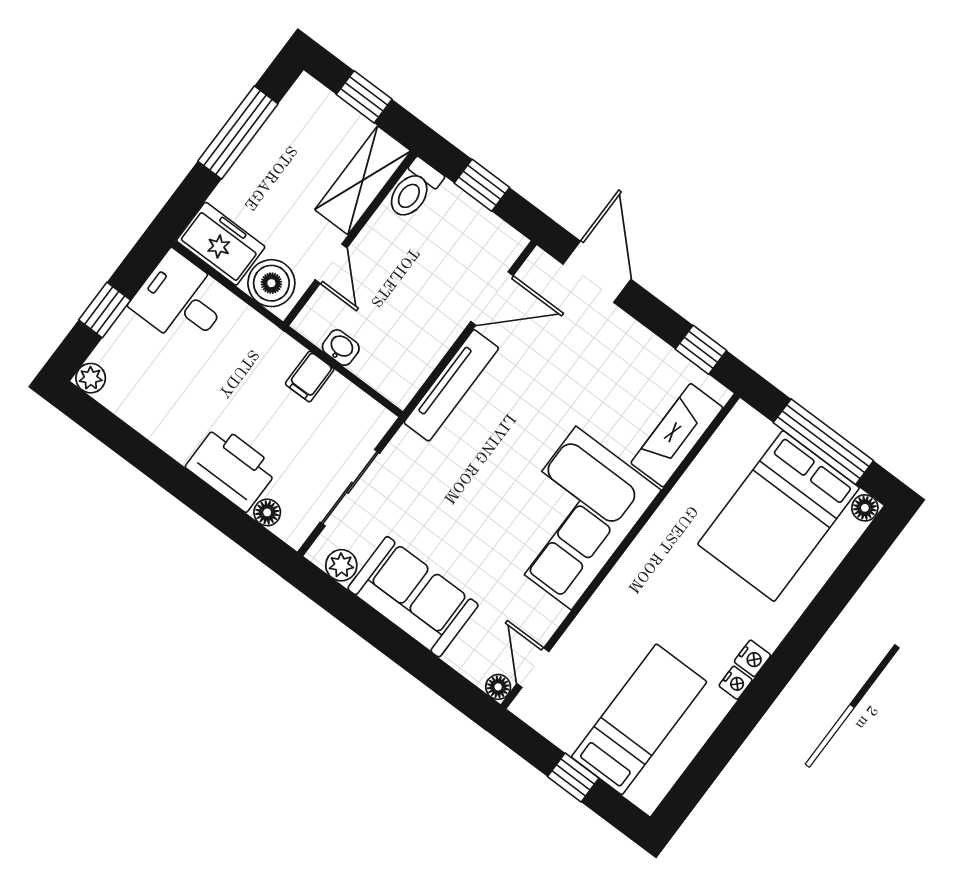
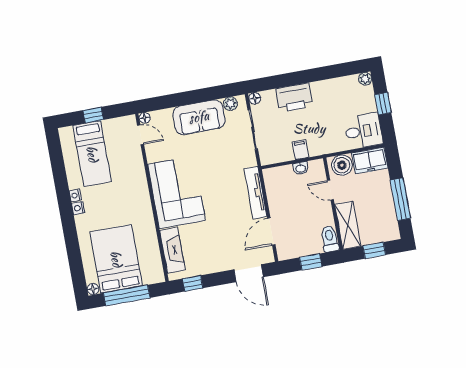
floor lamp: (267, 512) -> (255, 98), moved

